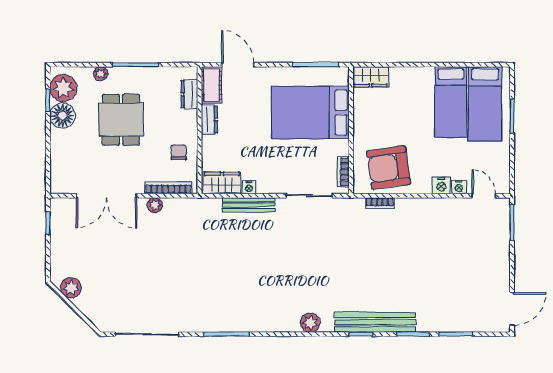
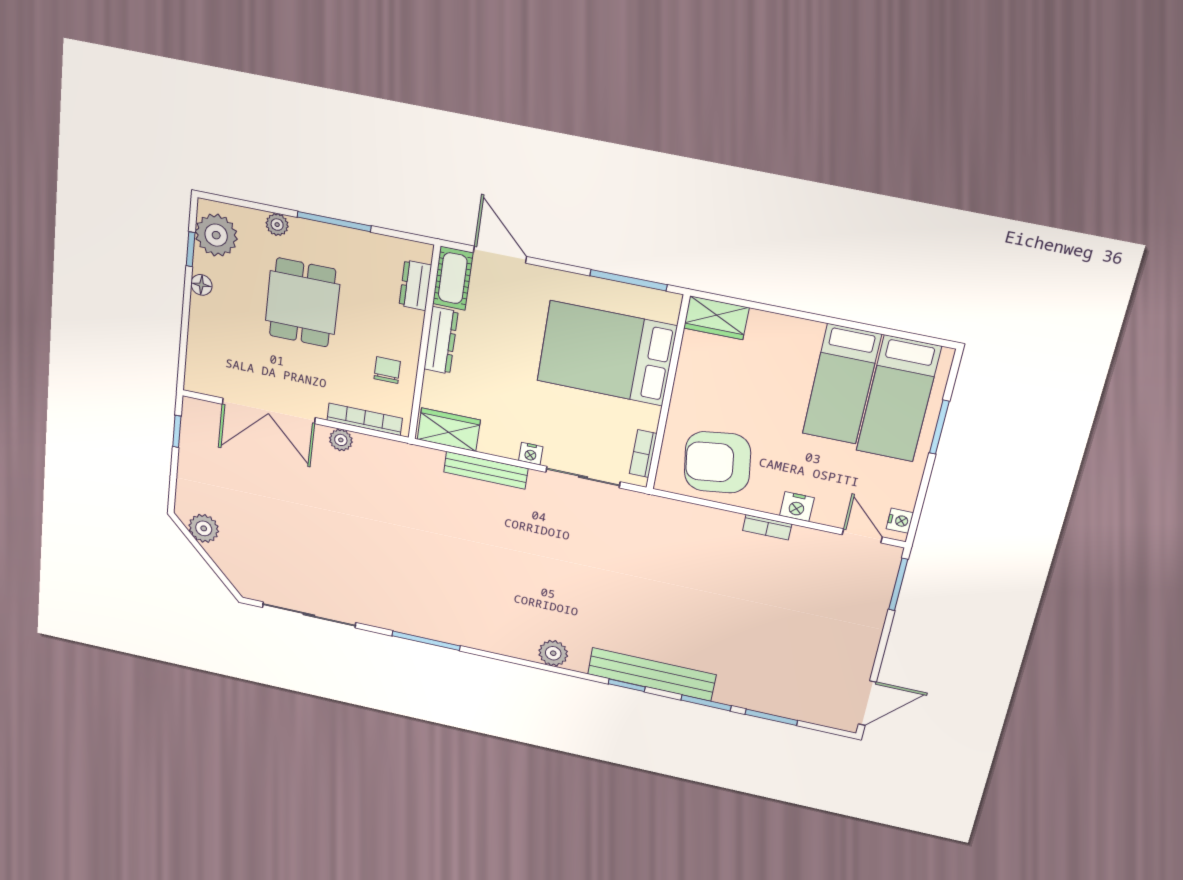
floor lamp: (62, 116) -> (201, 285), width x0.53, depth x0.53
dresser: (209, 119) -> (441, 340), width x1.44
nightstand: (249, 187) -> (531, 454), moved
nightstand: (459, 187) -> (900, 521), moved, turned -90
bookcase: (380, 203) -> (767, 527), moved

